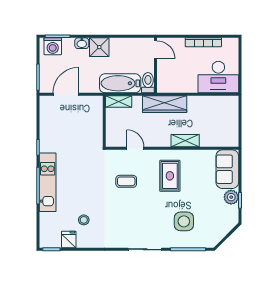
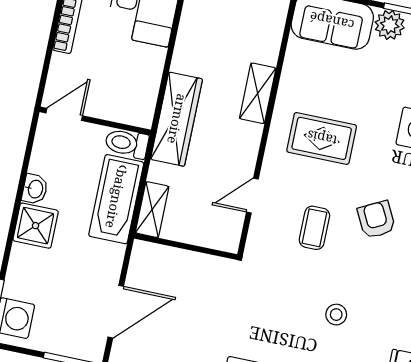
washbasin: (82, 43) -> (35, 189), moved
door: (66, 94) -> (116, 312), swing flipped
armchair: (136, 210) -> (376, 220), added
stool: (84, 220) -> (336, 315), moved

